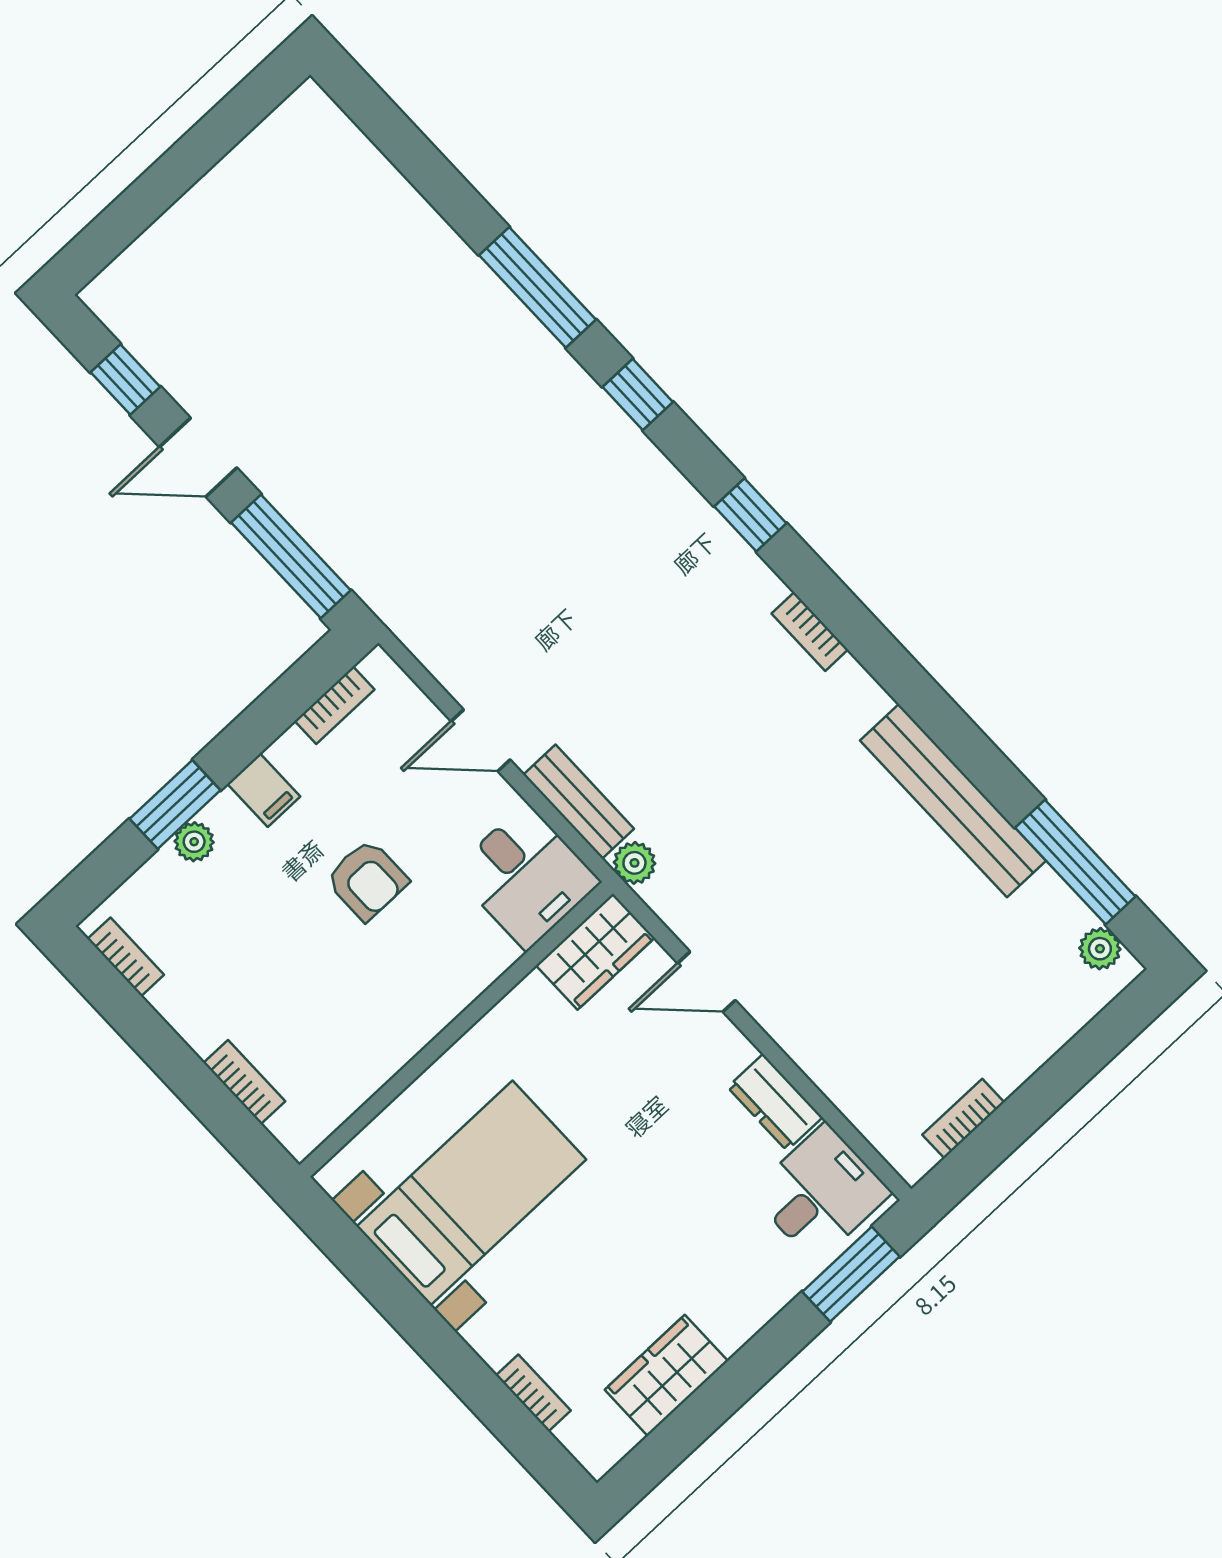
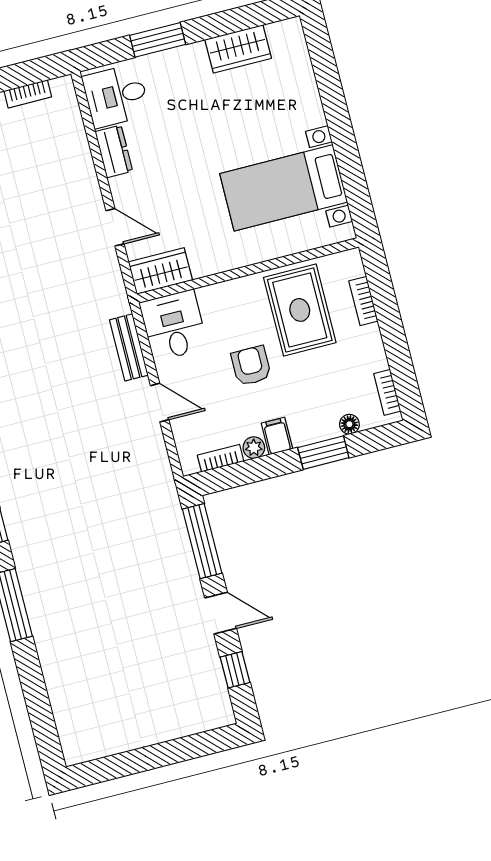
plant: (194, 842) -> (254, 448), moved
plant: (634, 863) -> (118, 303), removed
floor lamp: (158, 873) -> (349, 424), added
rug: (338, 1012) -> (300, 310), added
window: (851, 1274) -> (158, 40), moved
bookcase: (533, 1393) -> (307, 76), removed

